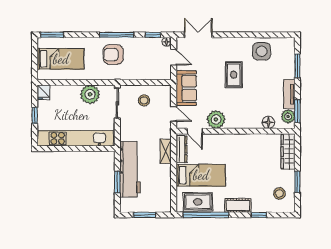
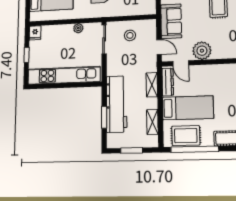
plant: (90, 94) -> (78, 28), width x0.53, depth x0.53
shelving: (166, 188) -> (152, 122), added

